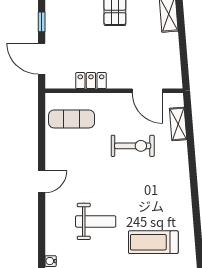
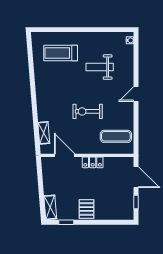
locker: (91, 81) -> (93, 162), moved
exercise bike: (133, 146) -> (88, 111), moved
treadmill: (153, 242) -> (61, 53), turned 180

